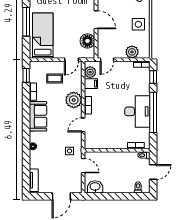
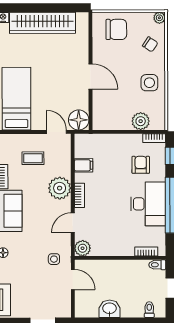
floor lamp: (87, 41) -> (79, 120), moved
door: (72, 60) -> (57, 132), swing flipped
door: (107, 60) -> (106, 132), removed
plant: (90, 72) -> (83, 248), moved
armchair: (132, 83) -> (141, 165), added
washbasin: (95, 187) -> (110, 309), moved

